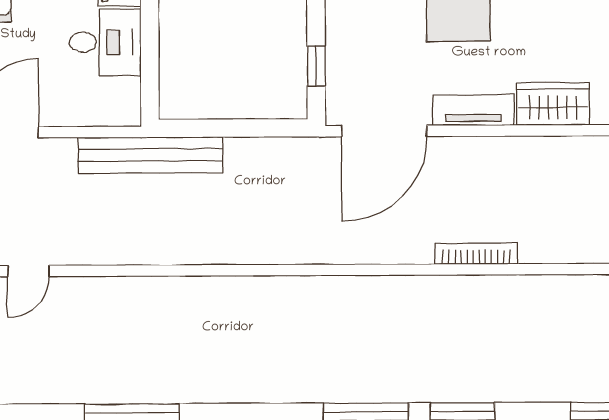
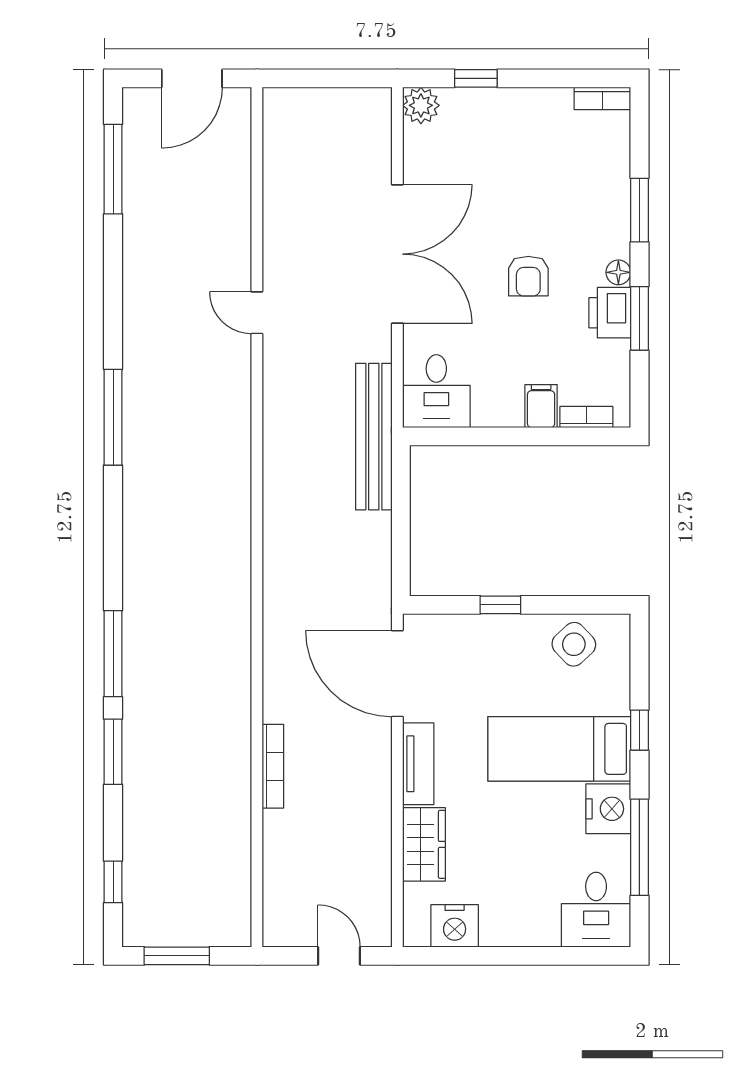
desk: (105, 42) -> (436, 391), moved
window: (316, 66) -> (500, 605), moved

